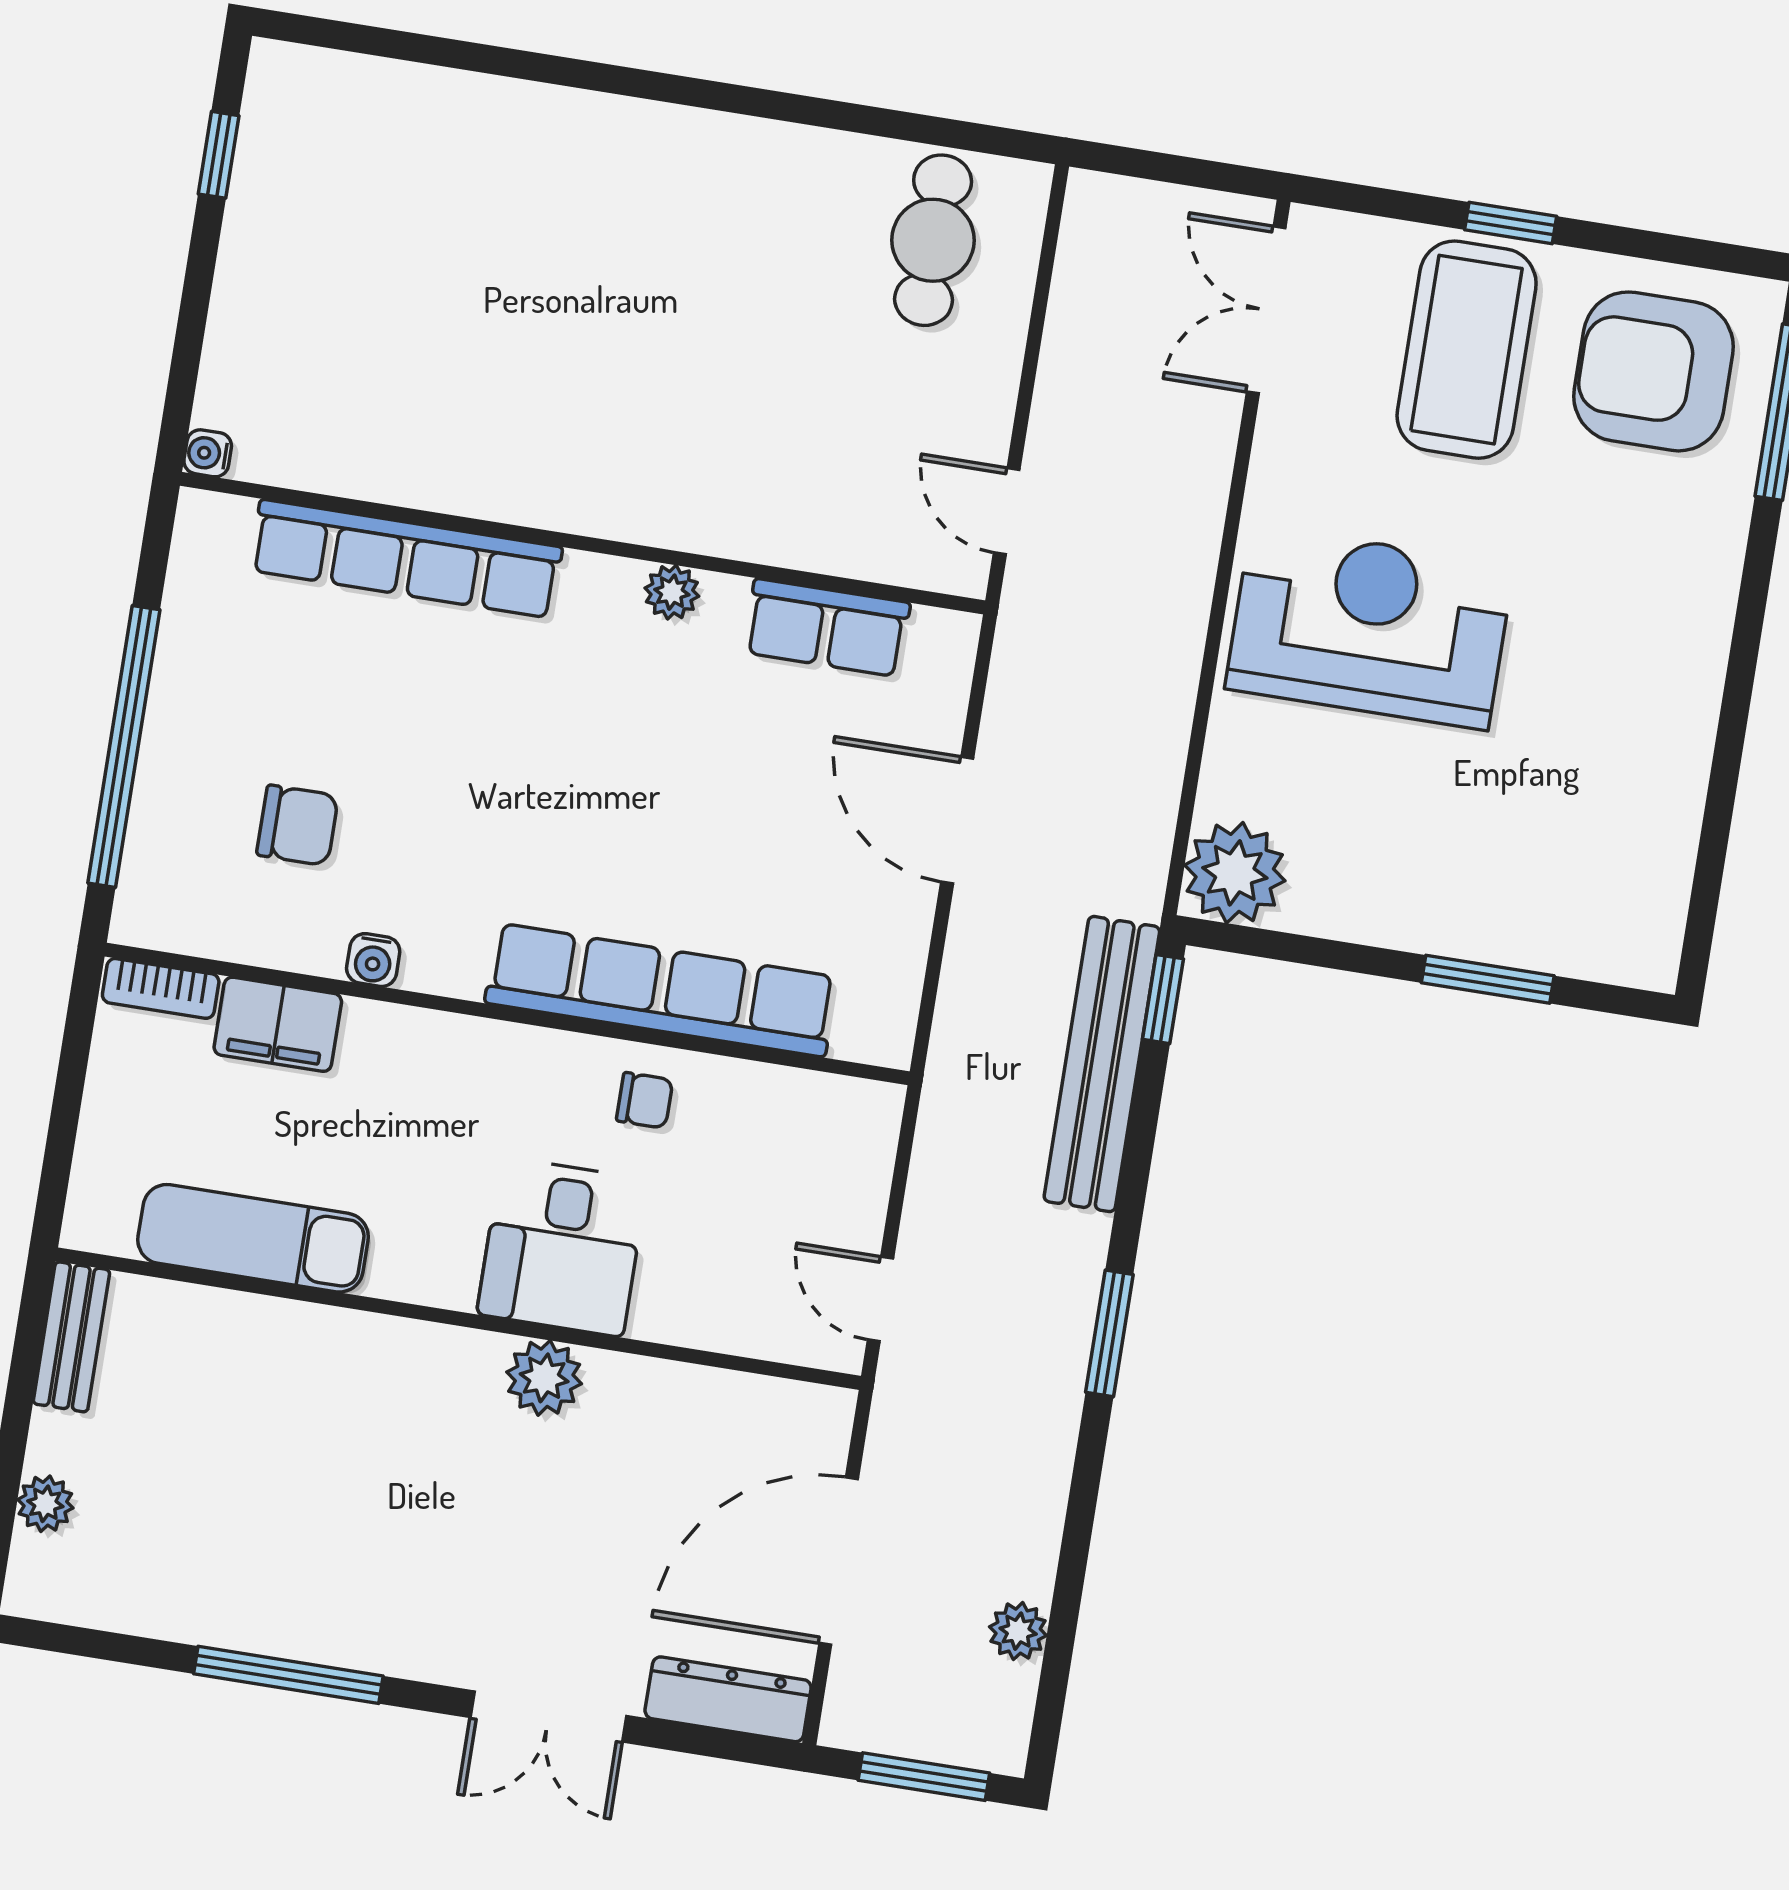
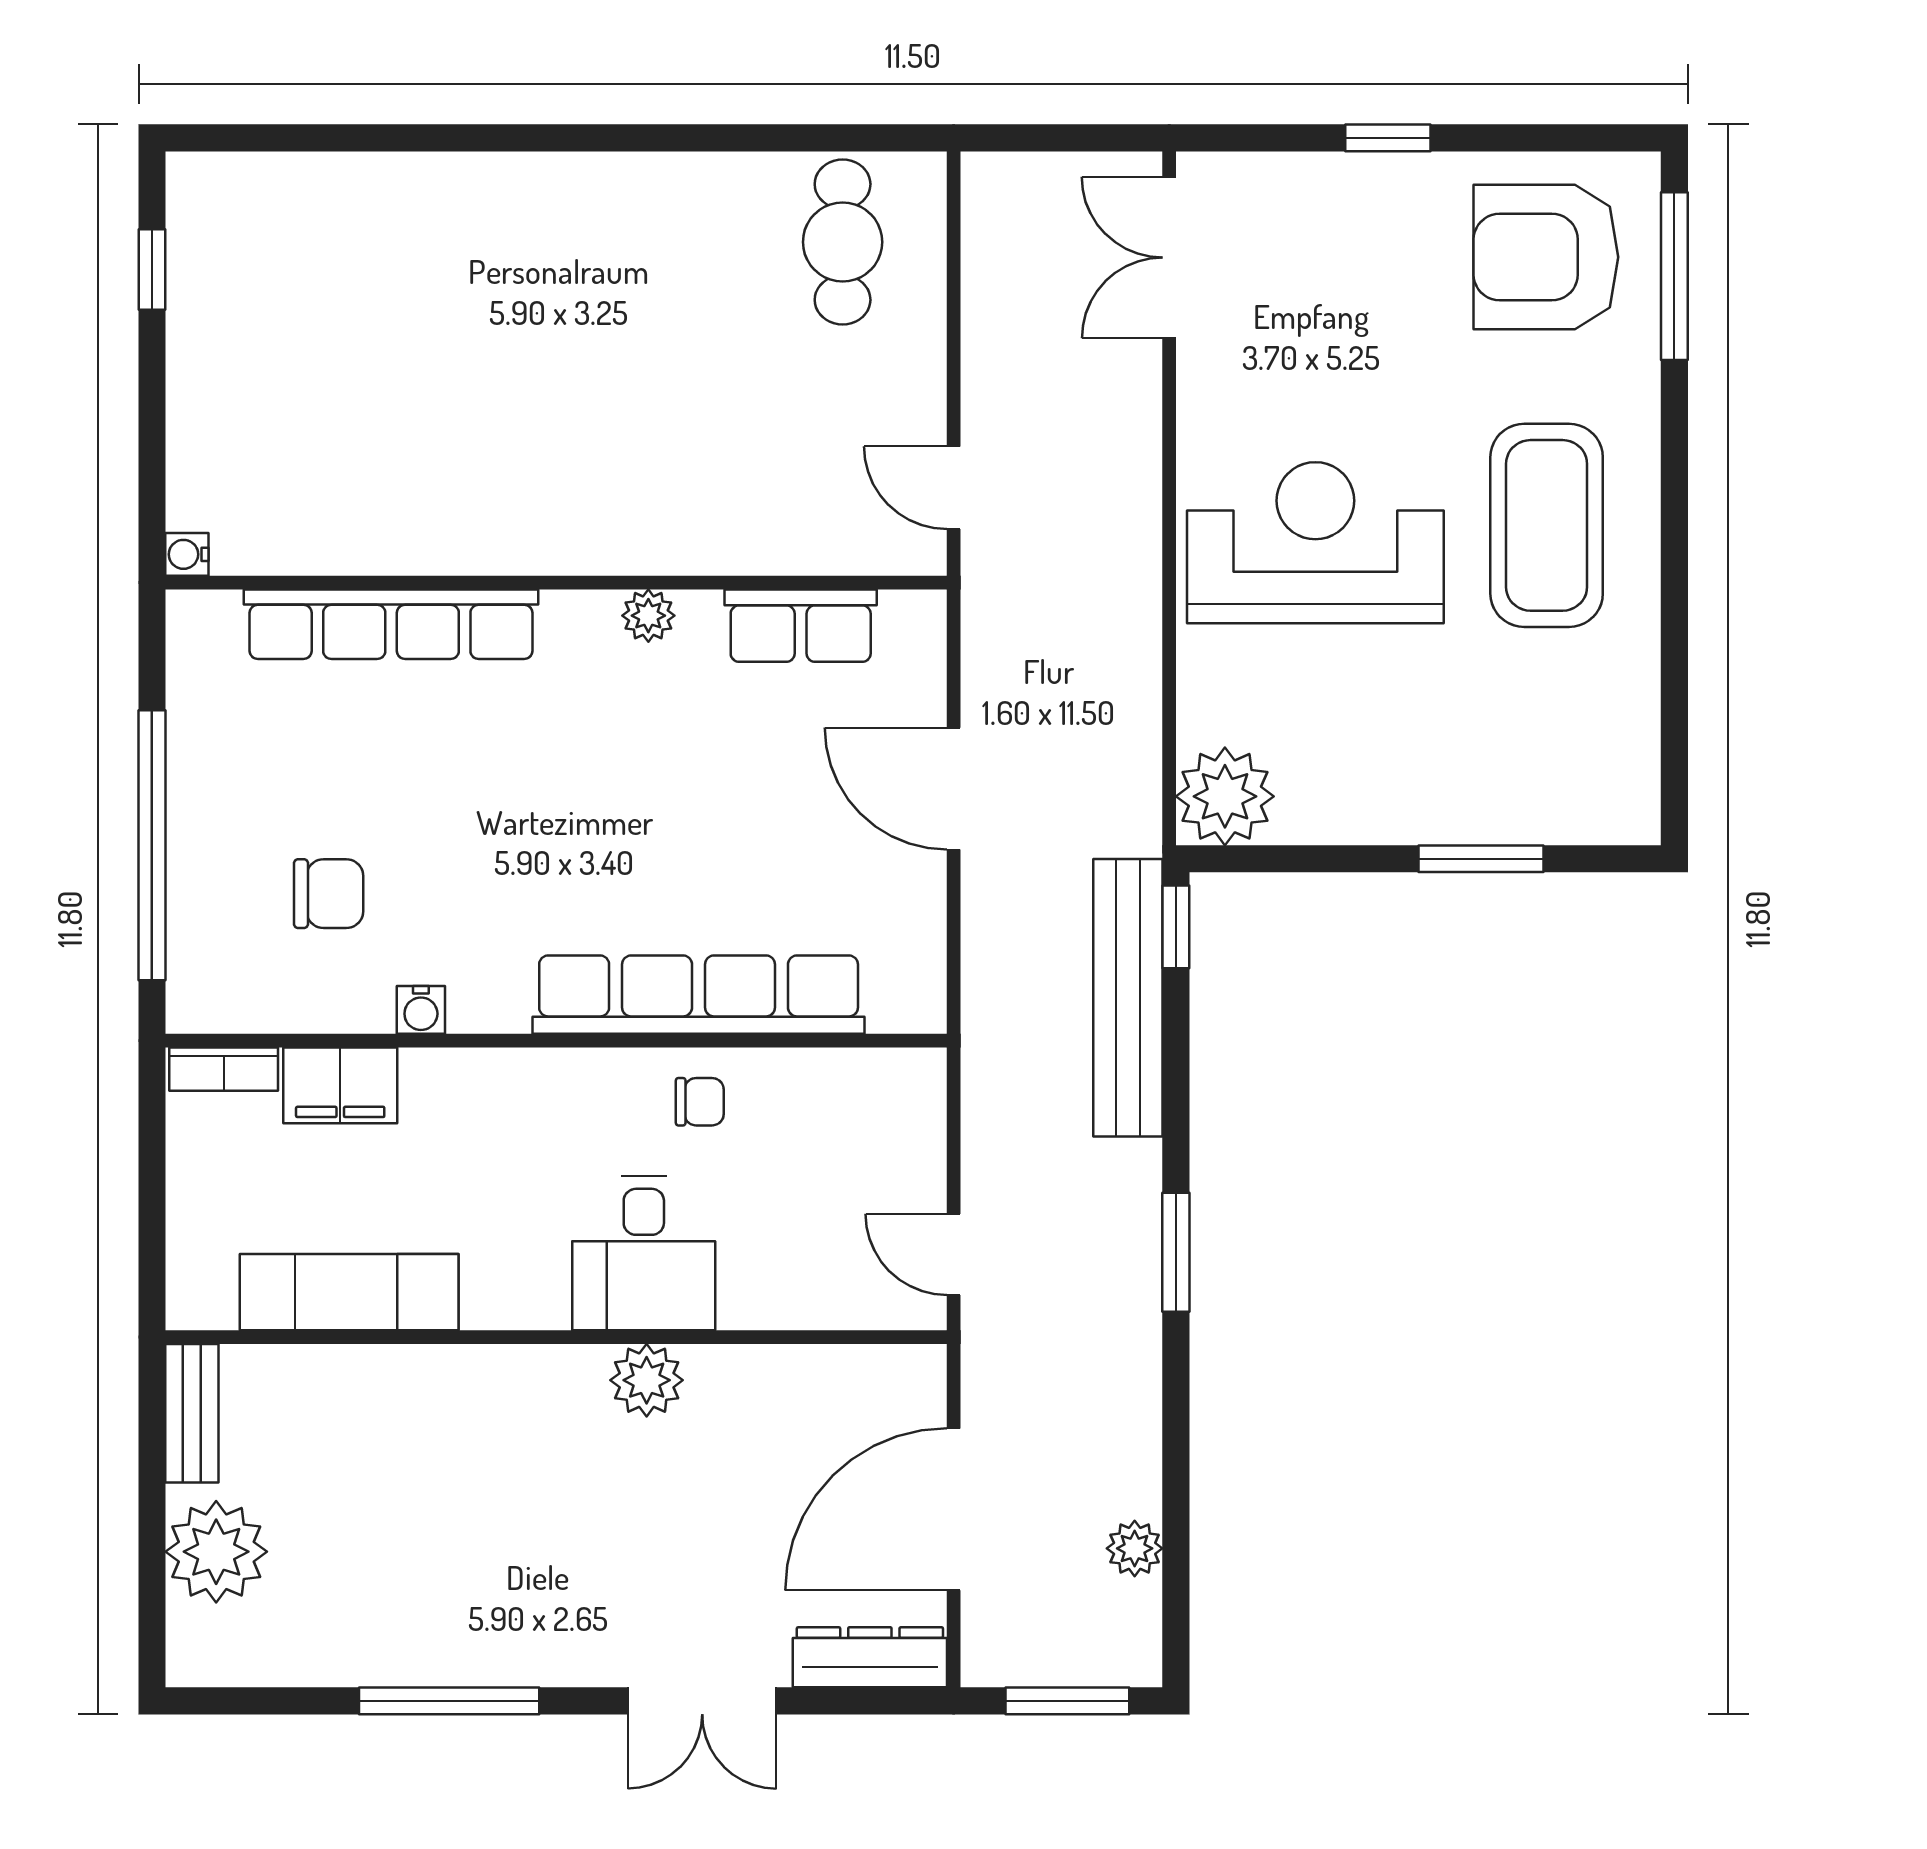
coffee table: (1467, 350) -> (1547, 525), moved
plant: (45, 1504) -> (216, 1552), width x1.88, depth x1.88

